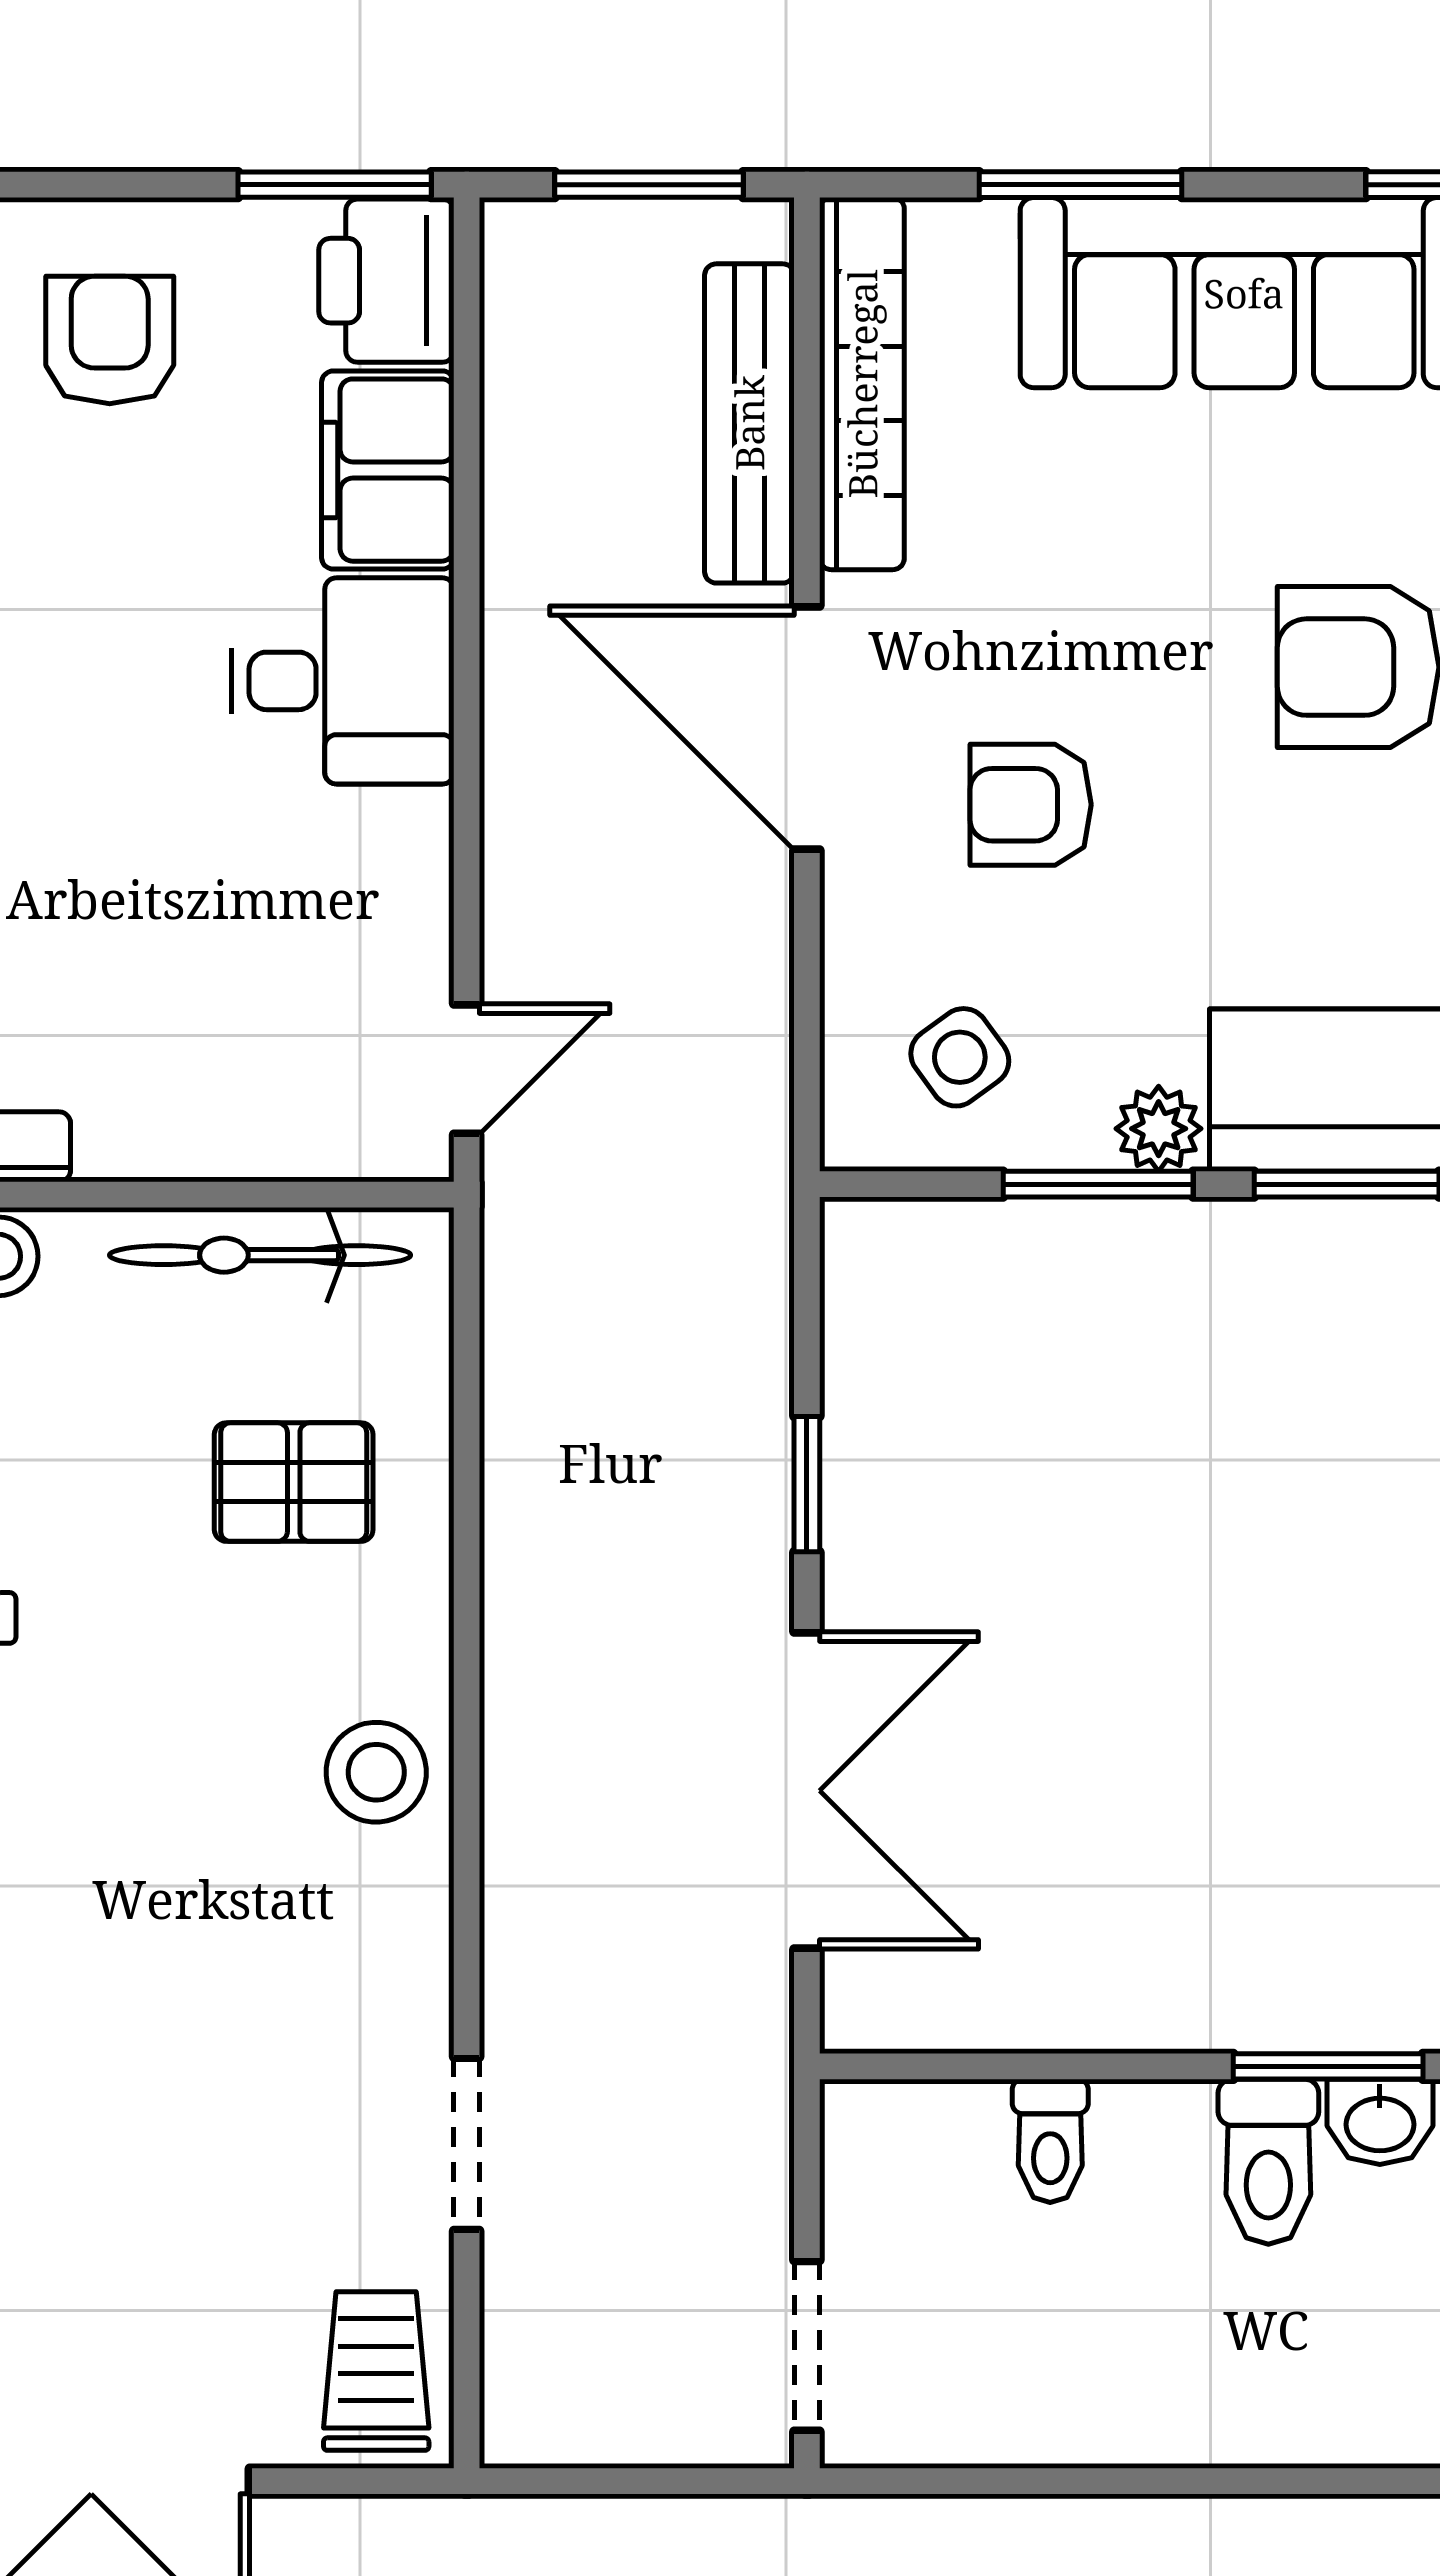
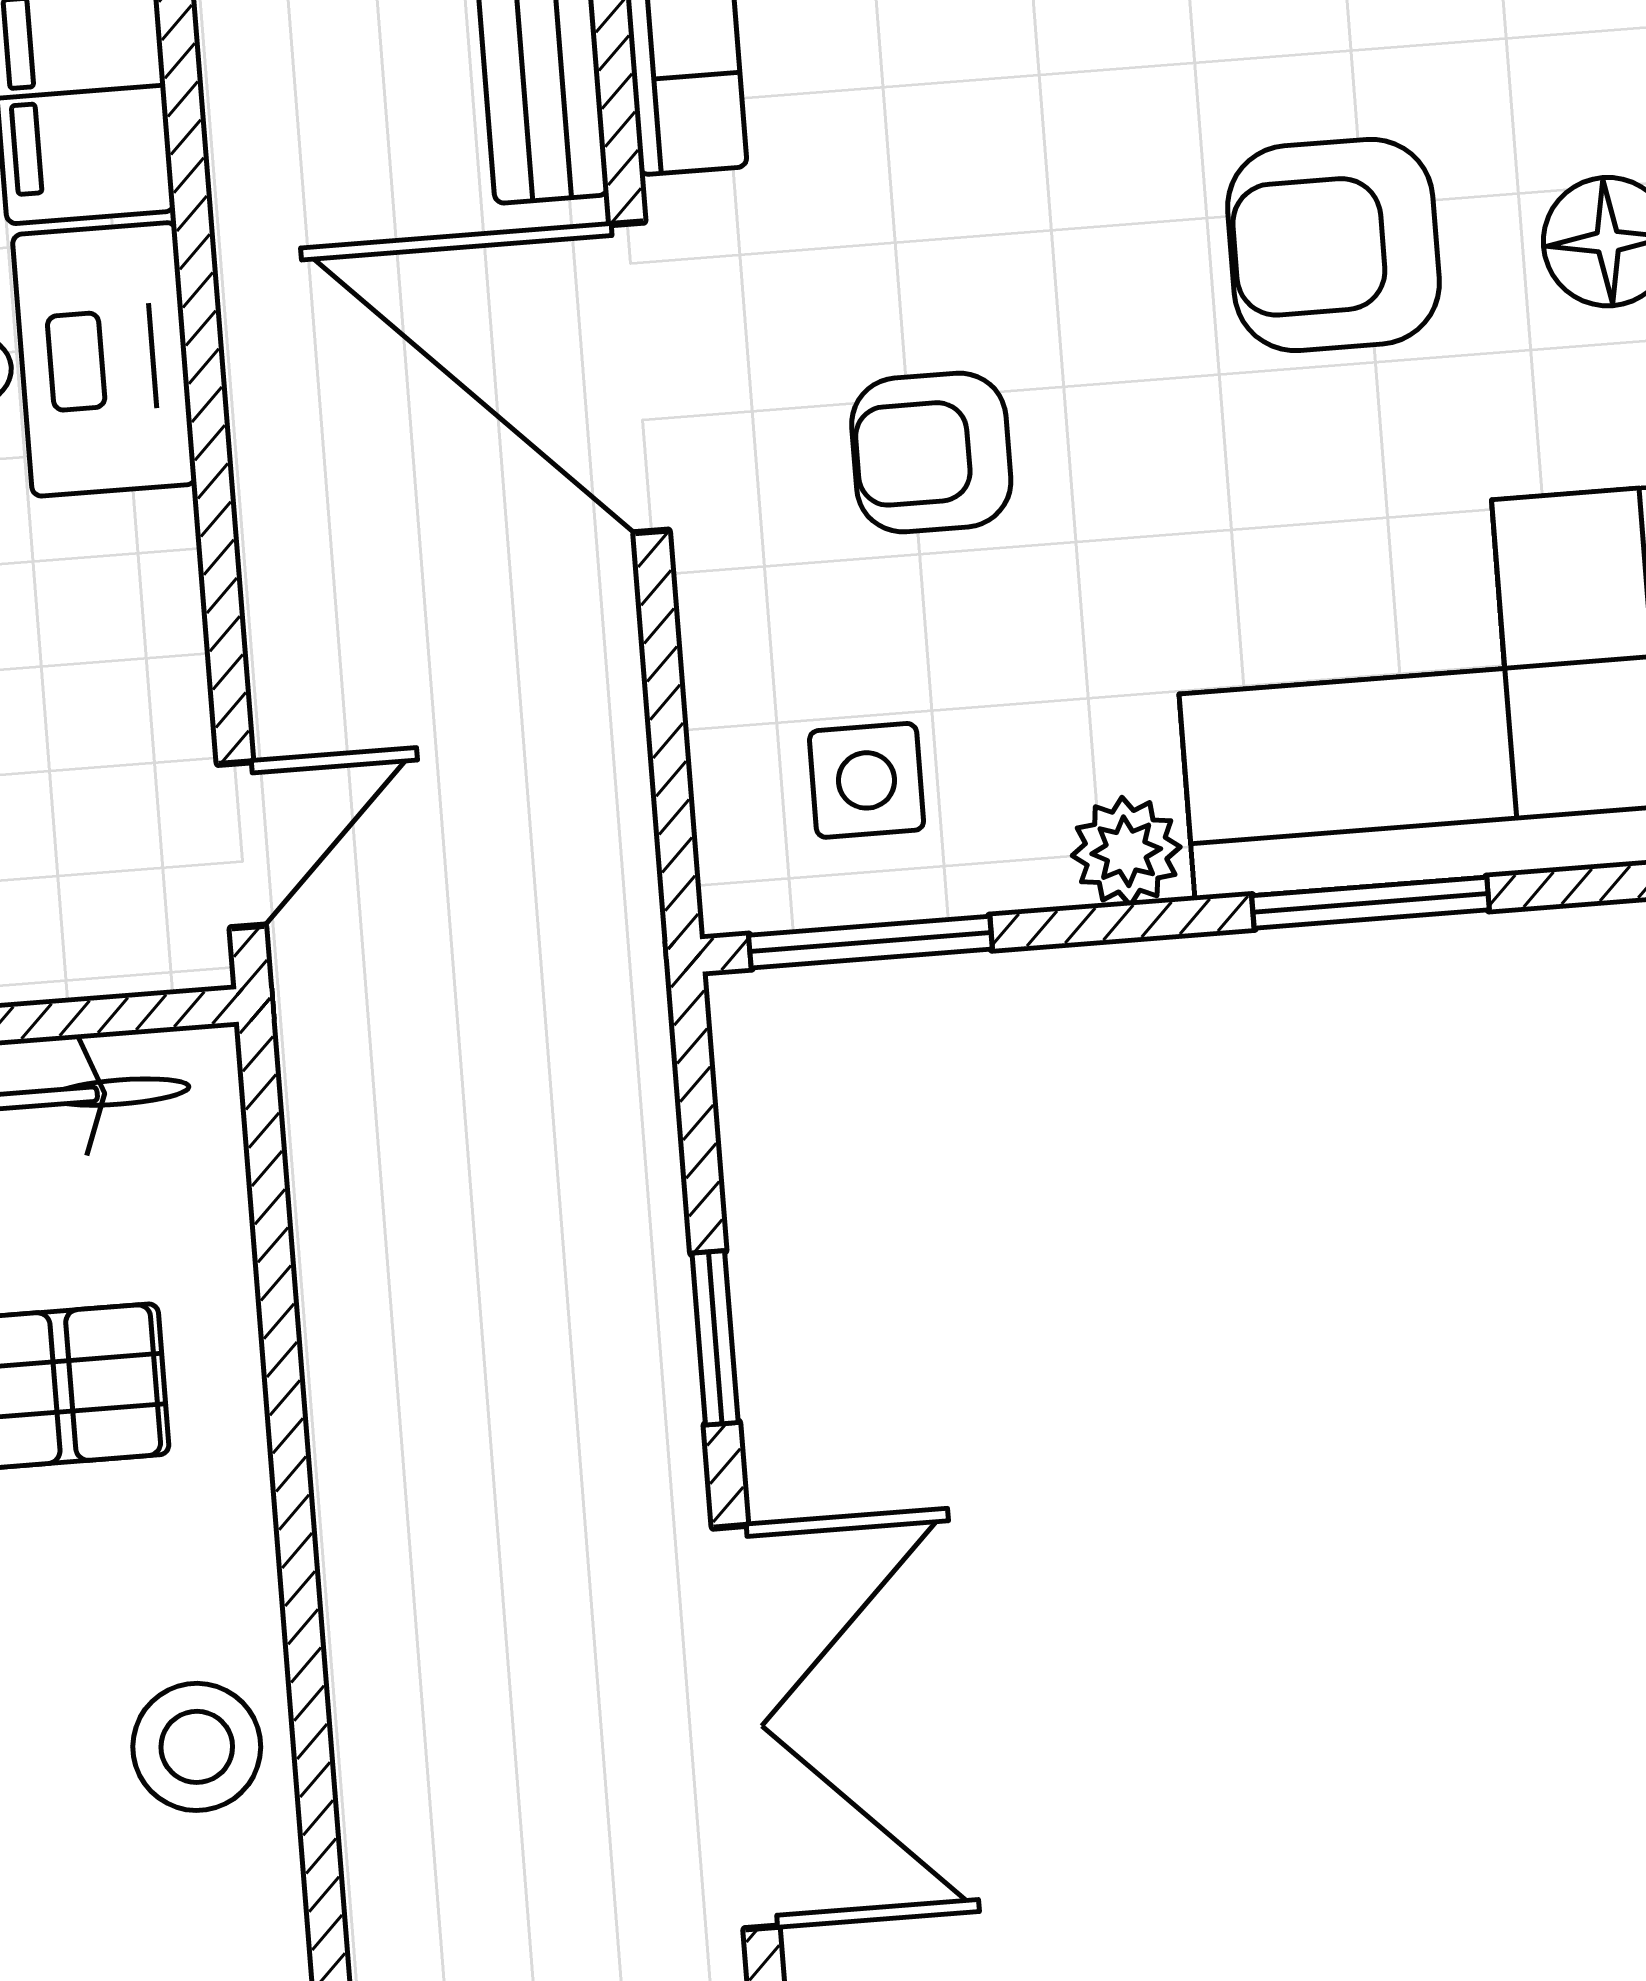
side table: (960, 1057) -> (867, 780), turned 36
window: (1098, 1184) -> (870, 942), moved

